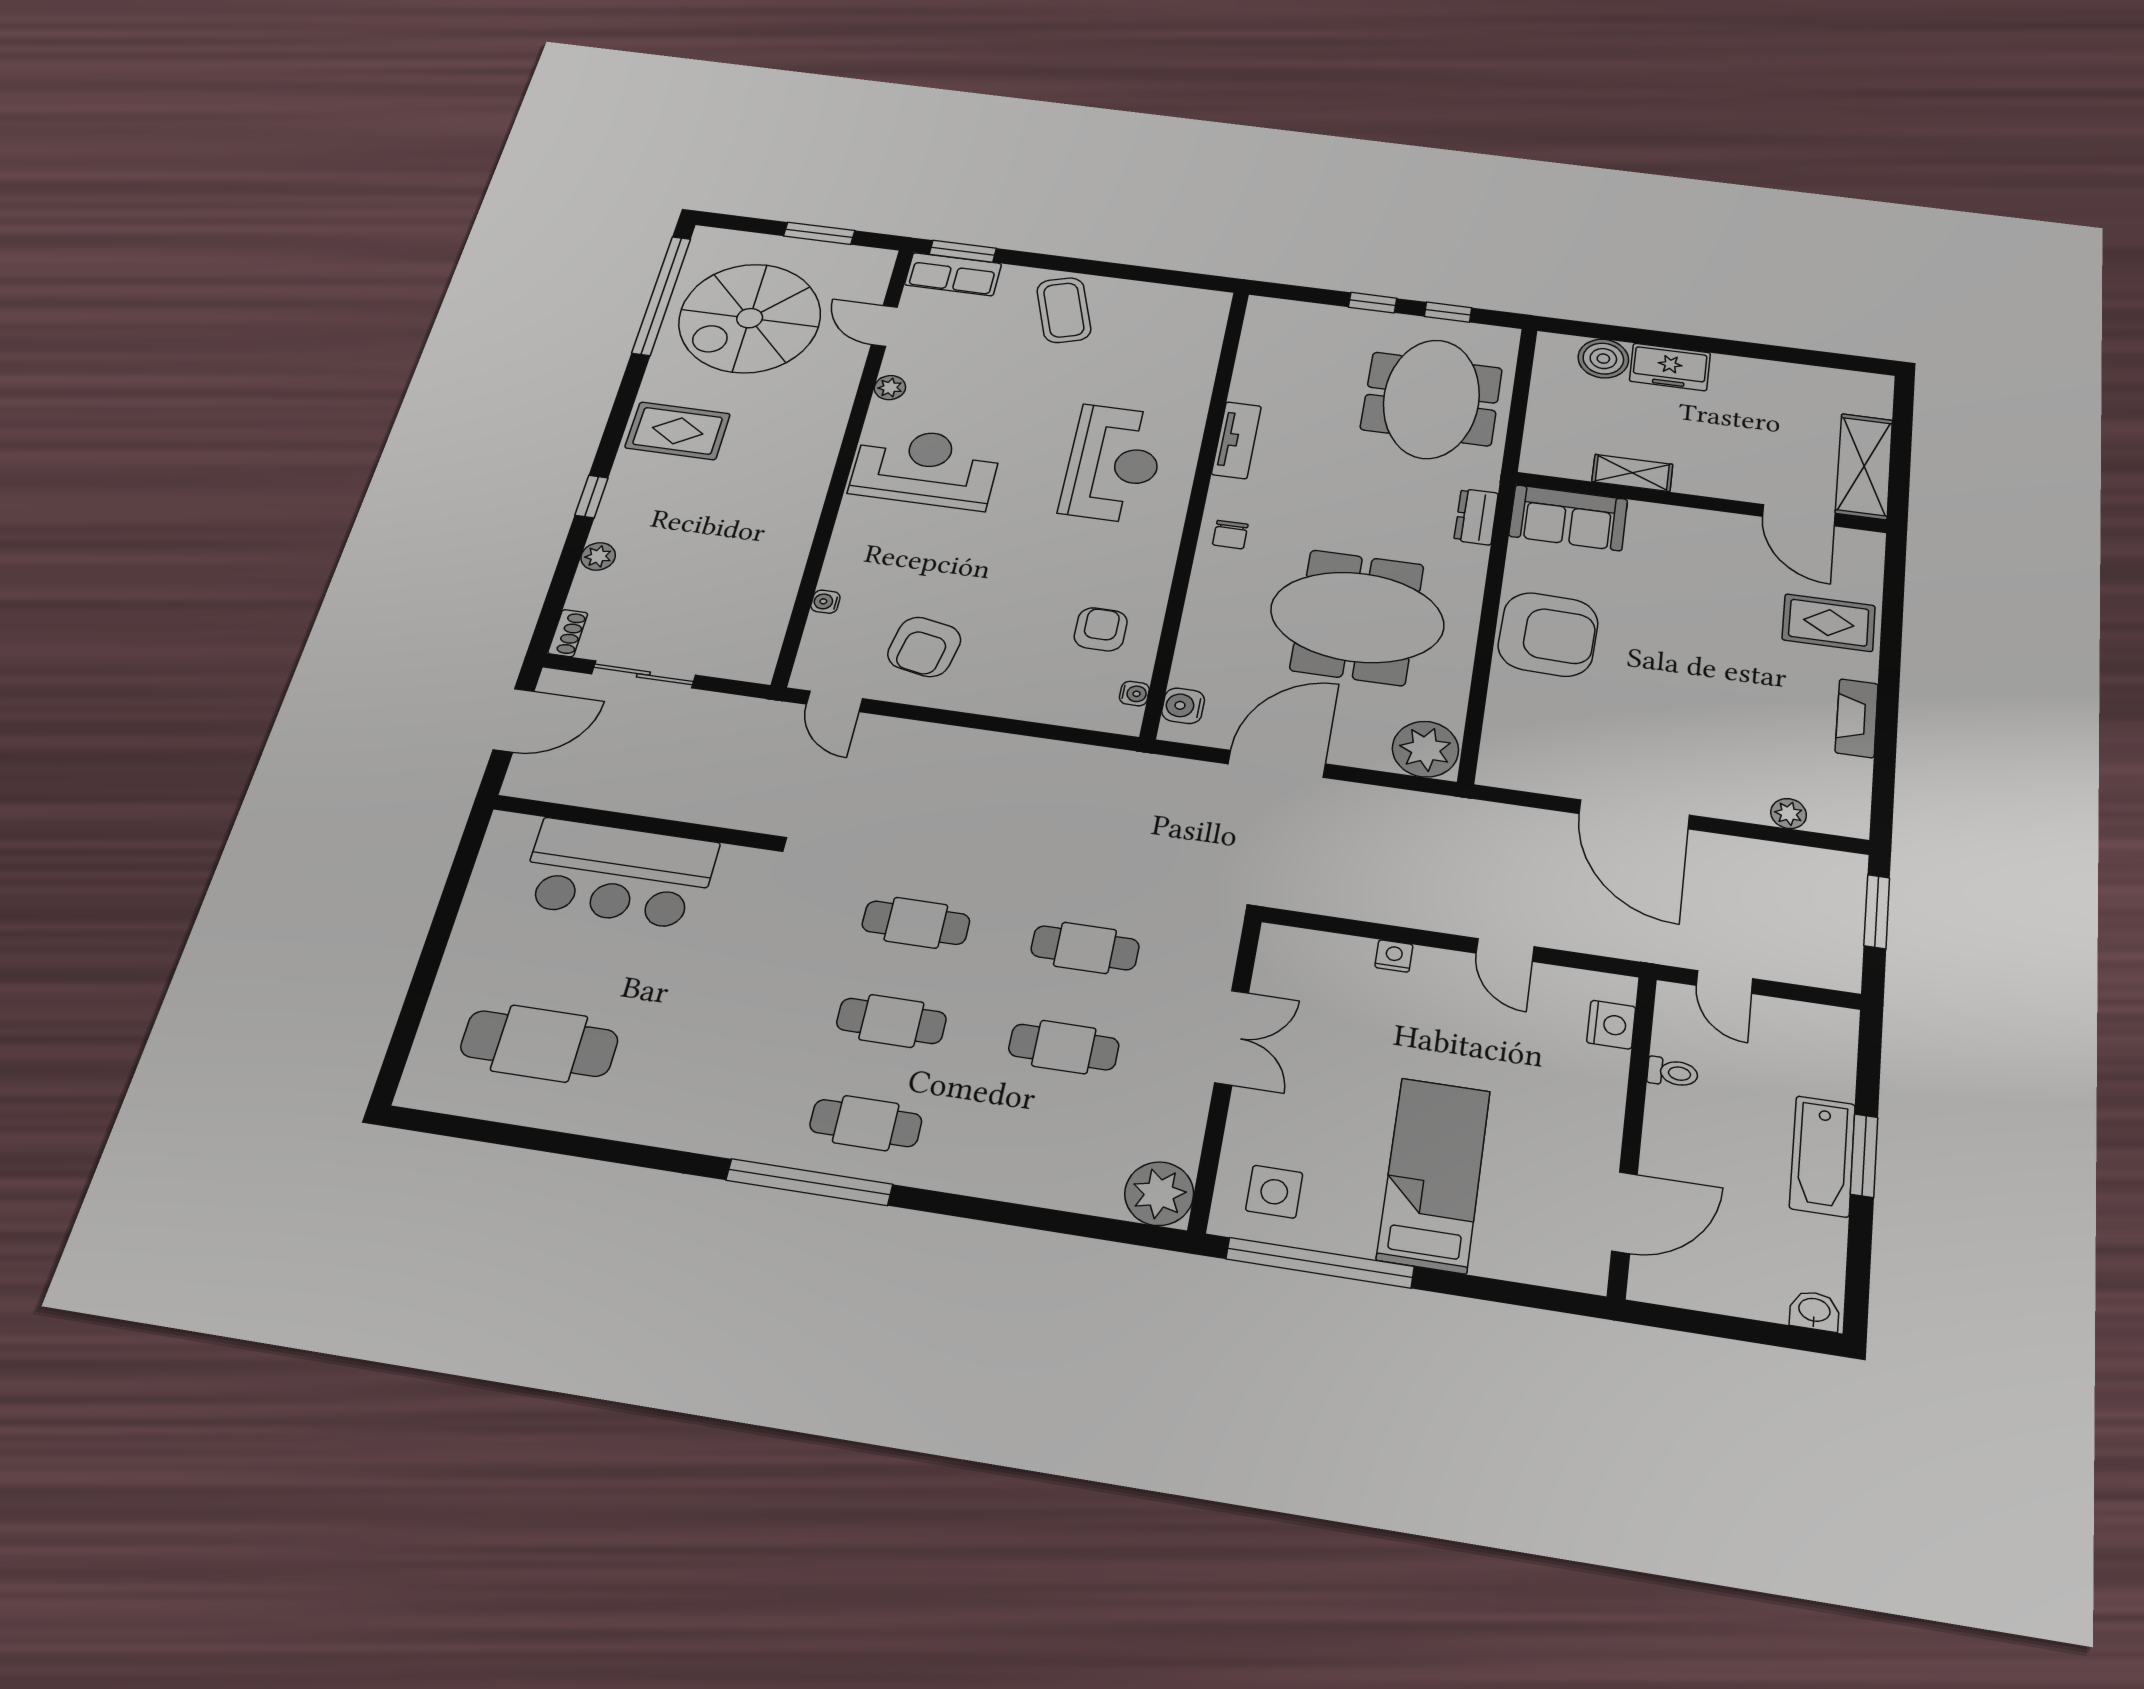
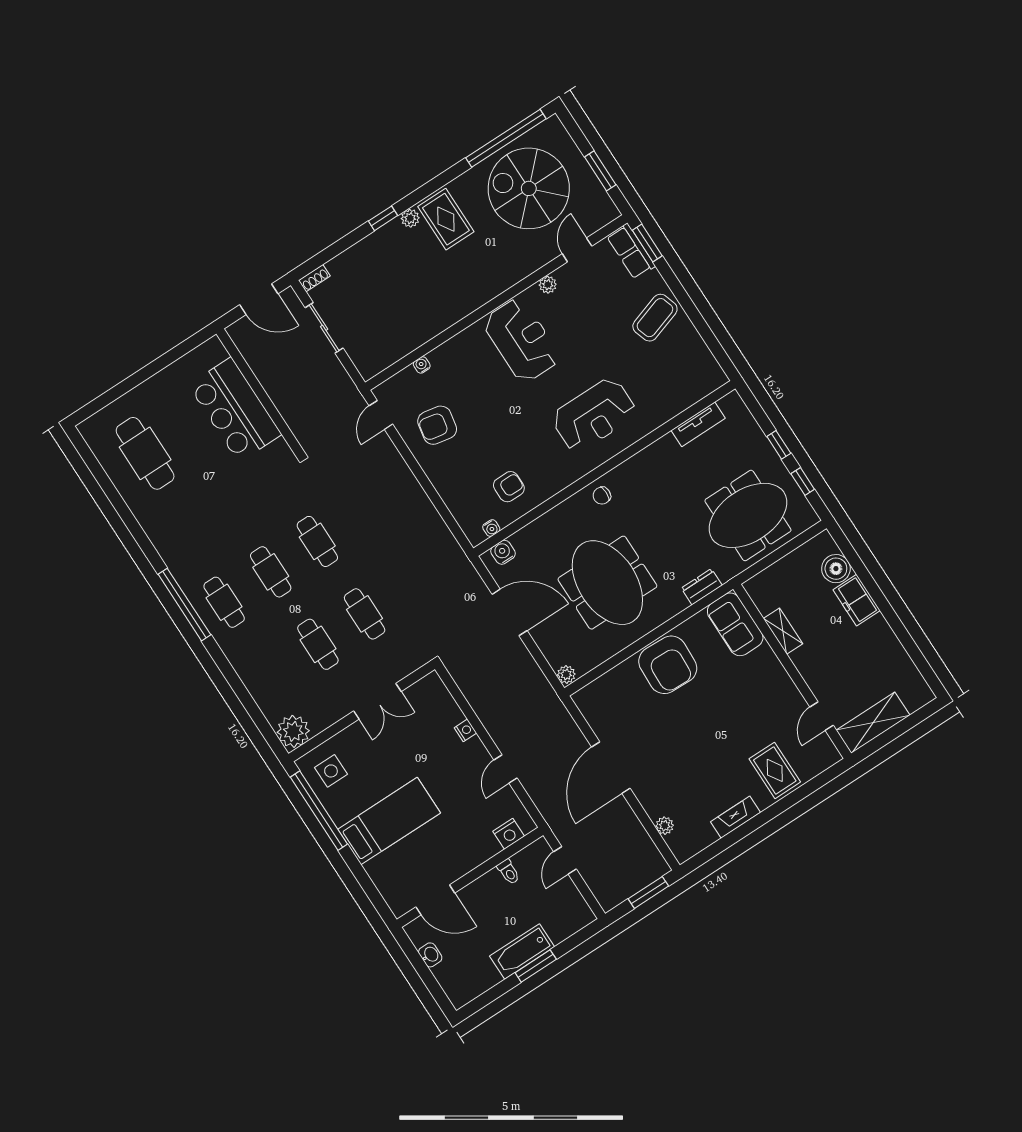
tv unit: (1236, 440) -> (698, 424), moved
door: (1799, 515) -> (822, 716), width x0.73
plant: (598, 556) -> (410, 218), moved
plant: (1425, 749) -> (566, 674), width x0.53, depth x0.53
washbasin: (1814, 1311) -> (430, 955), moved

